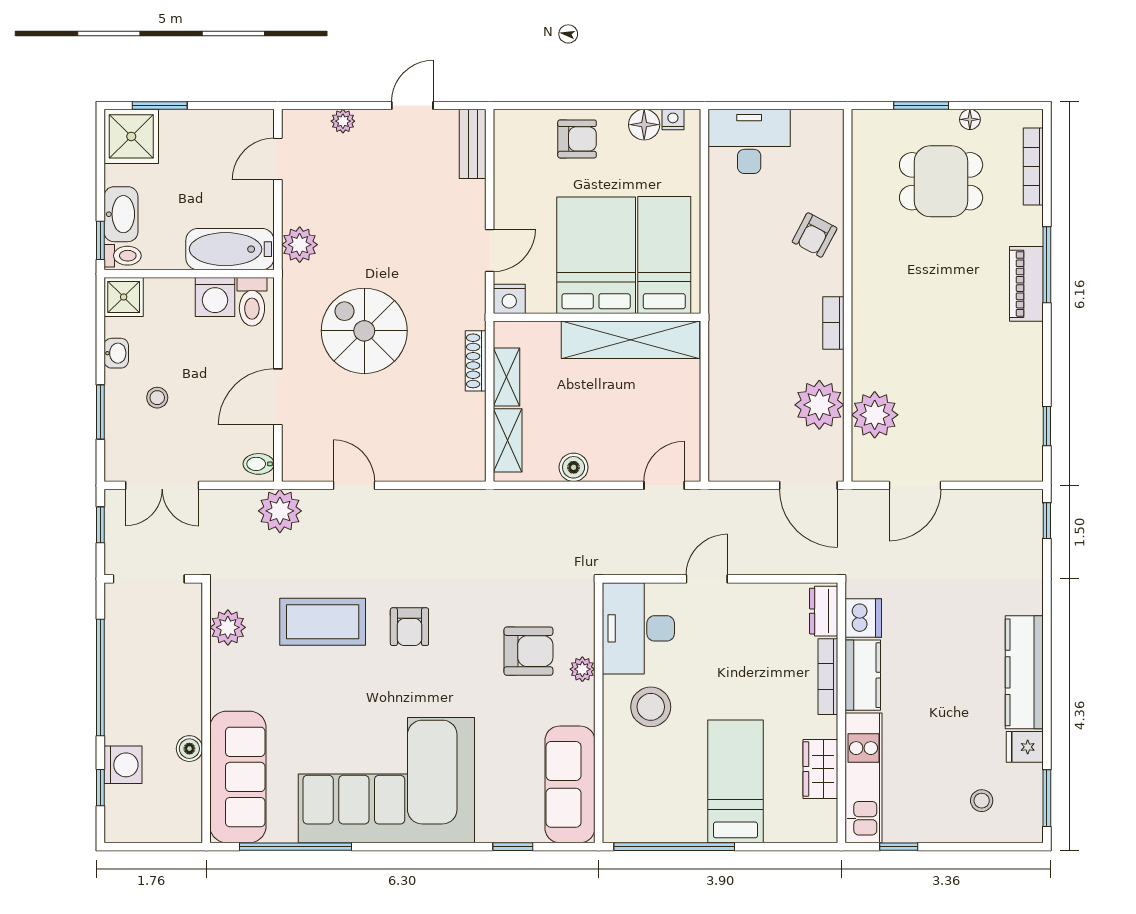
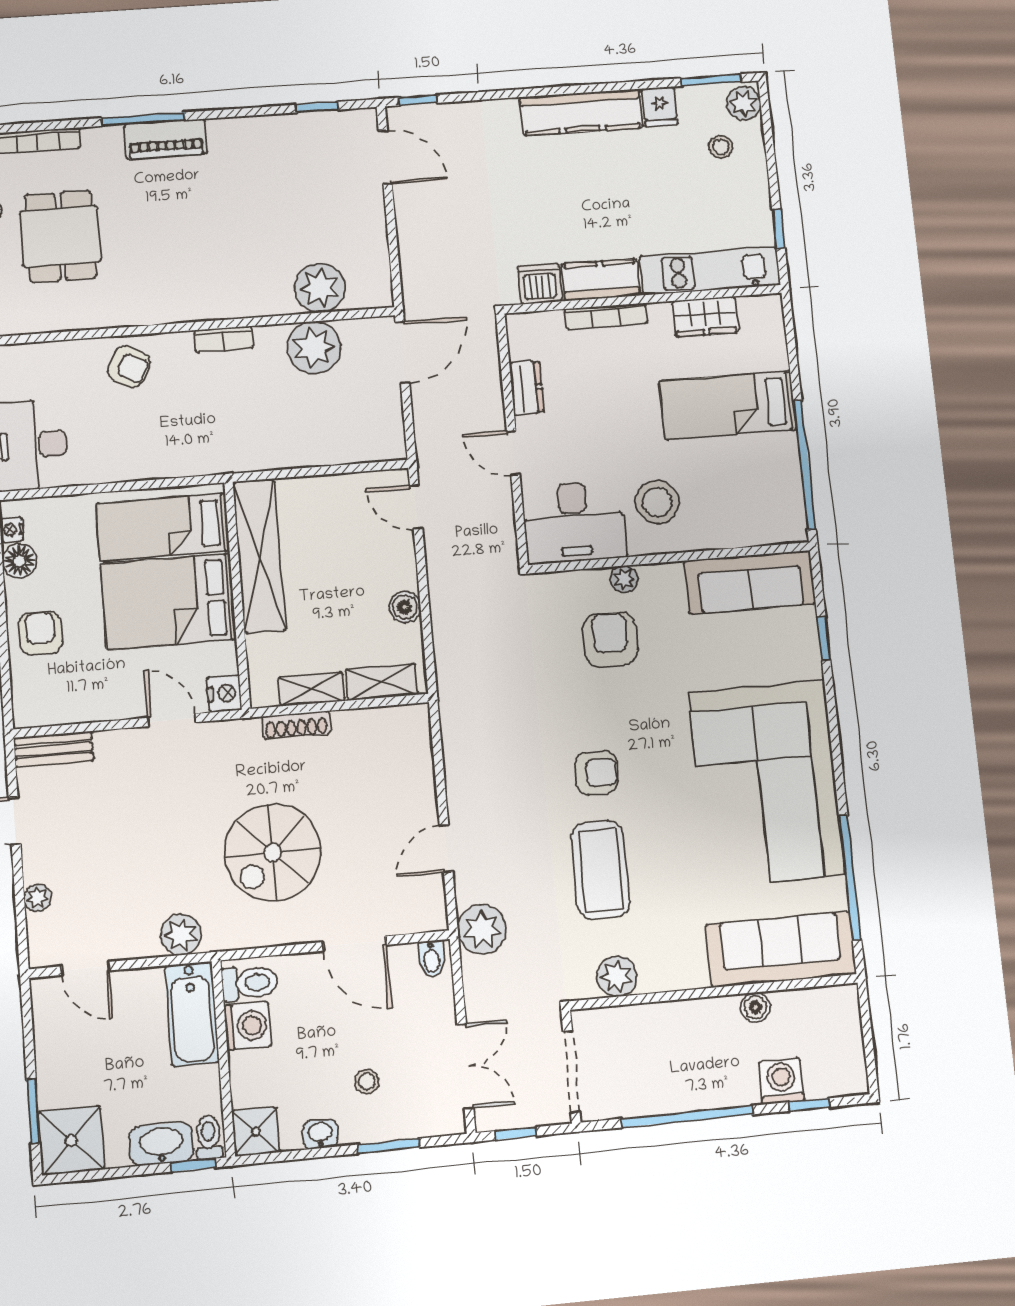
door: (915, 485) -> (385, 157), moved
dresser: (824, 611) -> (527, 388), moved, turned -90
plant: (1022, 827) -> (744, 103), added

